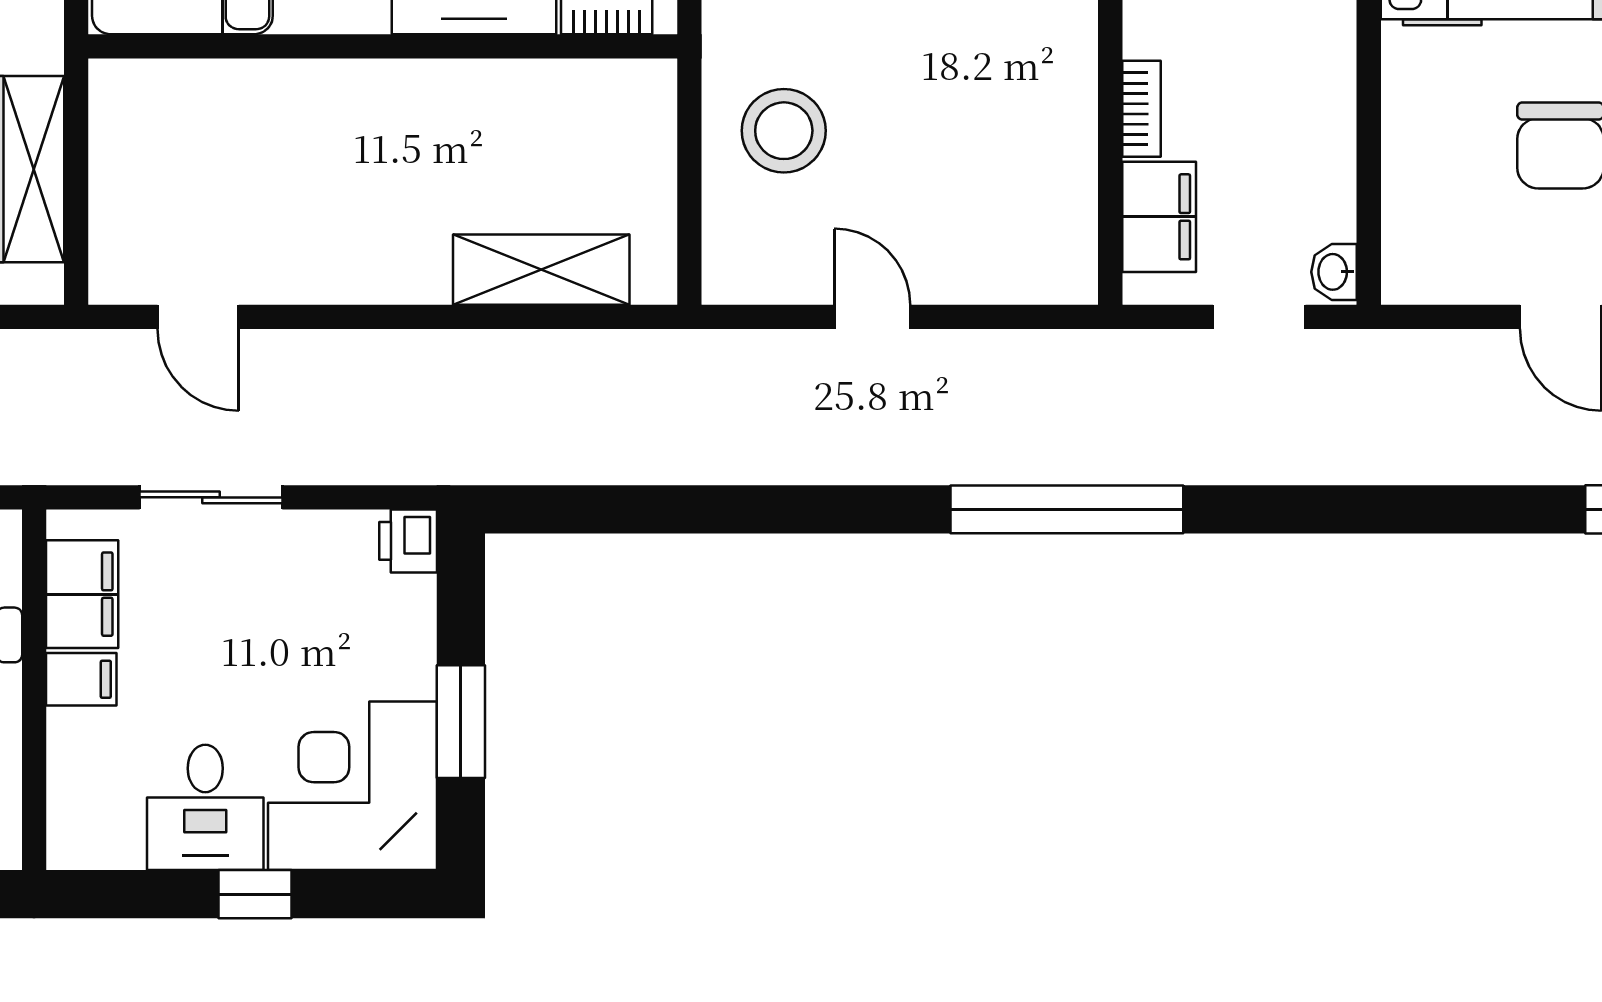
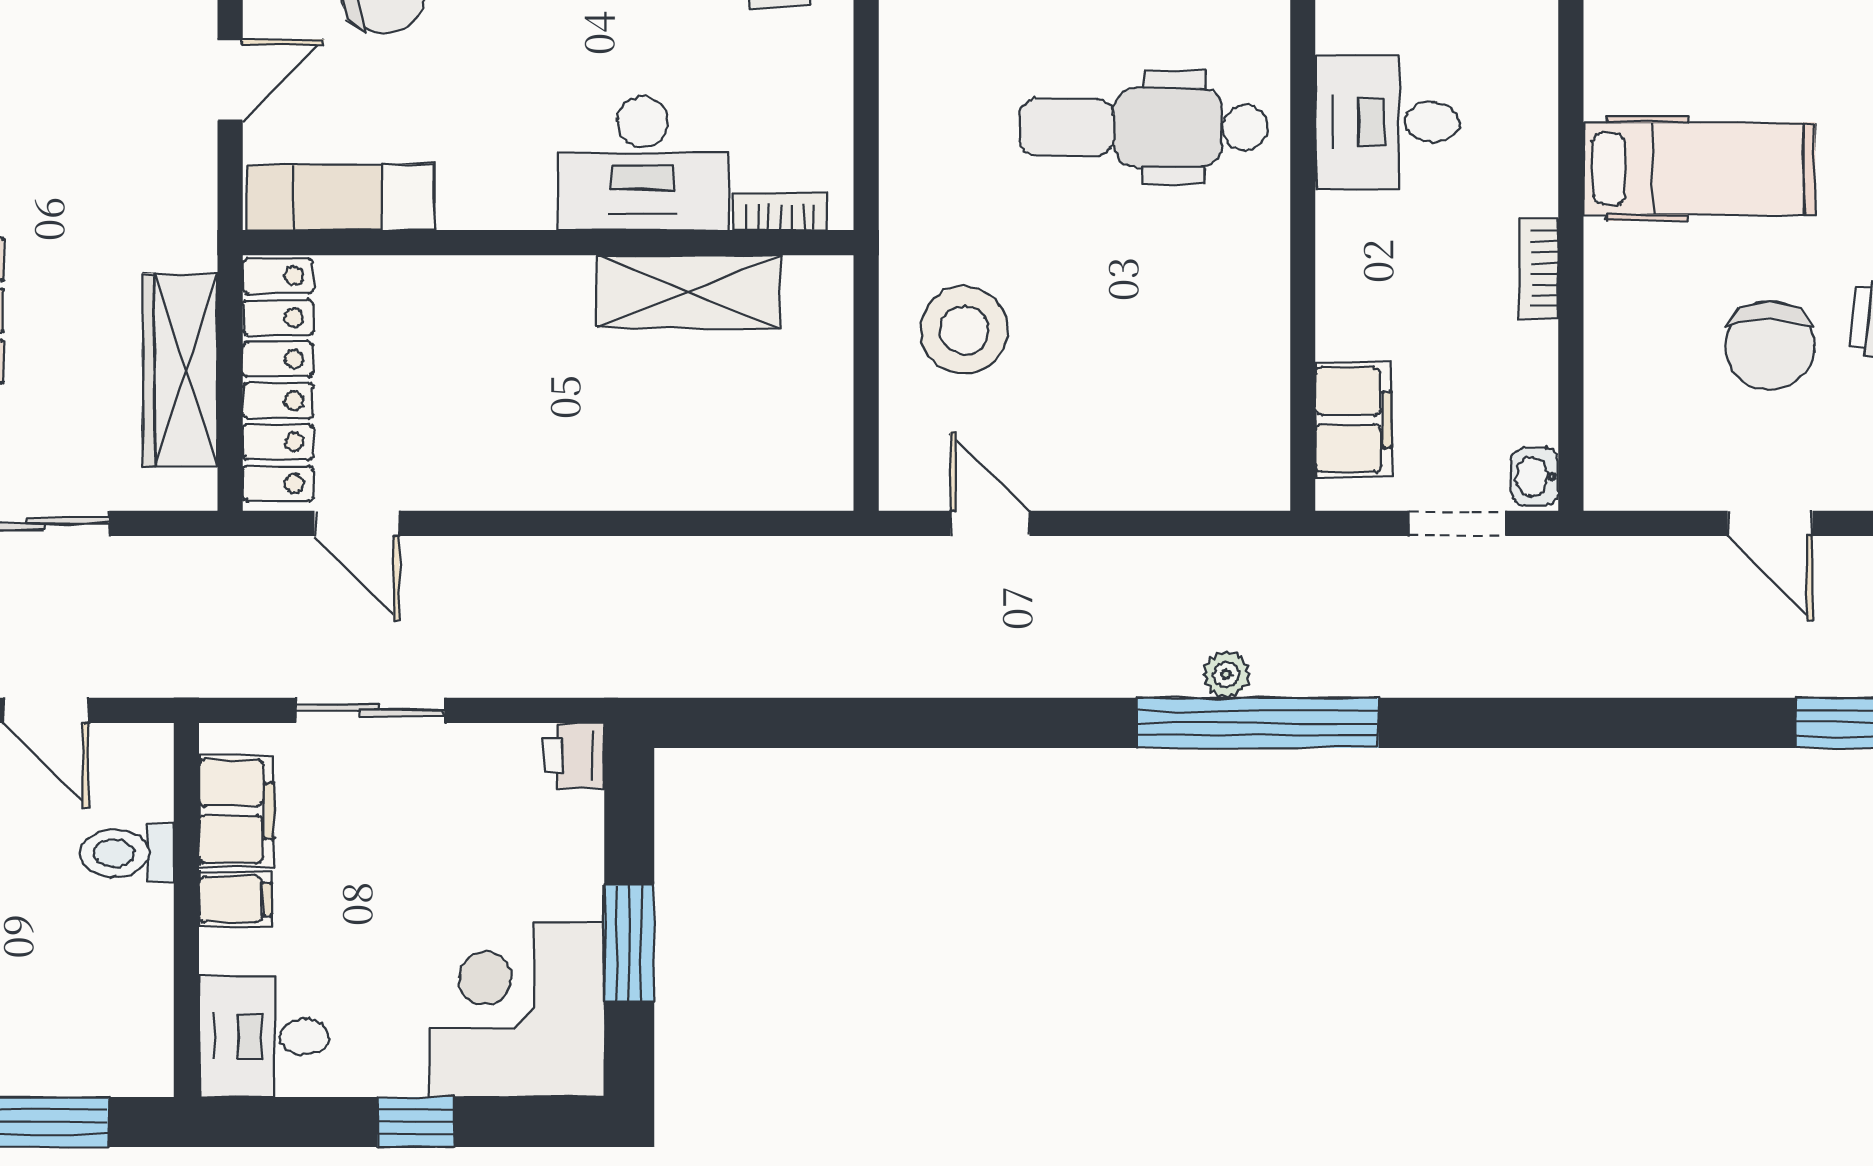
bookcase: (1142, 109) -> (1538, 269), moved, turned 180
locker: (122, 179) -> (278, 380), added
shelving: (541, 270) -> (689, 292), moved
door: (872, 317) -> (990, 523), moved
plant: (1037, 463) -> (1226, 674), added
desk: (205, 807) -> (264, 1037), moved, turned 90

